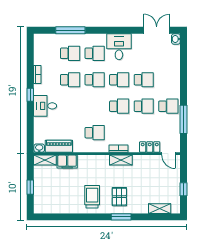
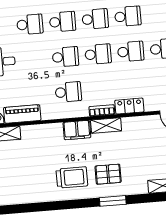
school desk: (95, 106) -> (65, 57), added
locker: (150, 147) -> (129, 106), moved
filing cabinet: (67, 162) -> (77, 130), moved
trolley: (92, 197) -> (72, 177), turned 90
pallet: (119, 197) -> (108, 174), turned 90

